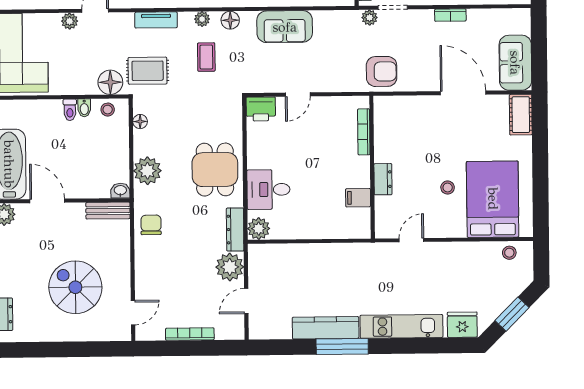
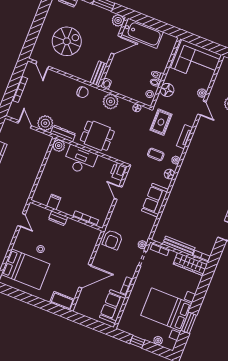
sofa: (515, 63) -> (113, 307), moved, turned -90
floor lamp: (110, 82) -> (167, 90), moved
desk: (268, 189) -> (80, 160), width x1.37

